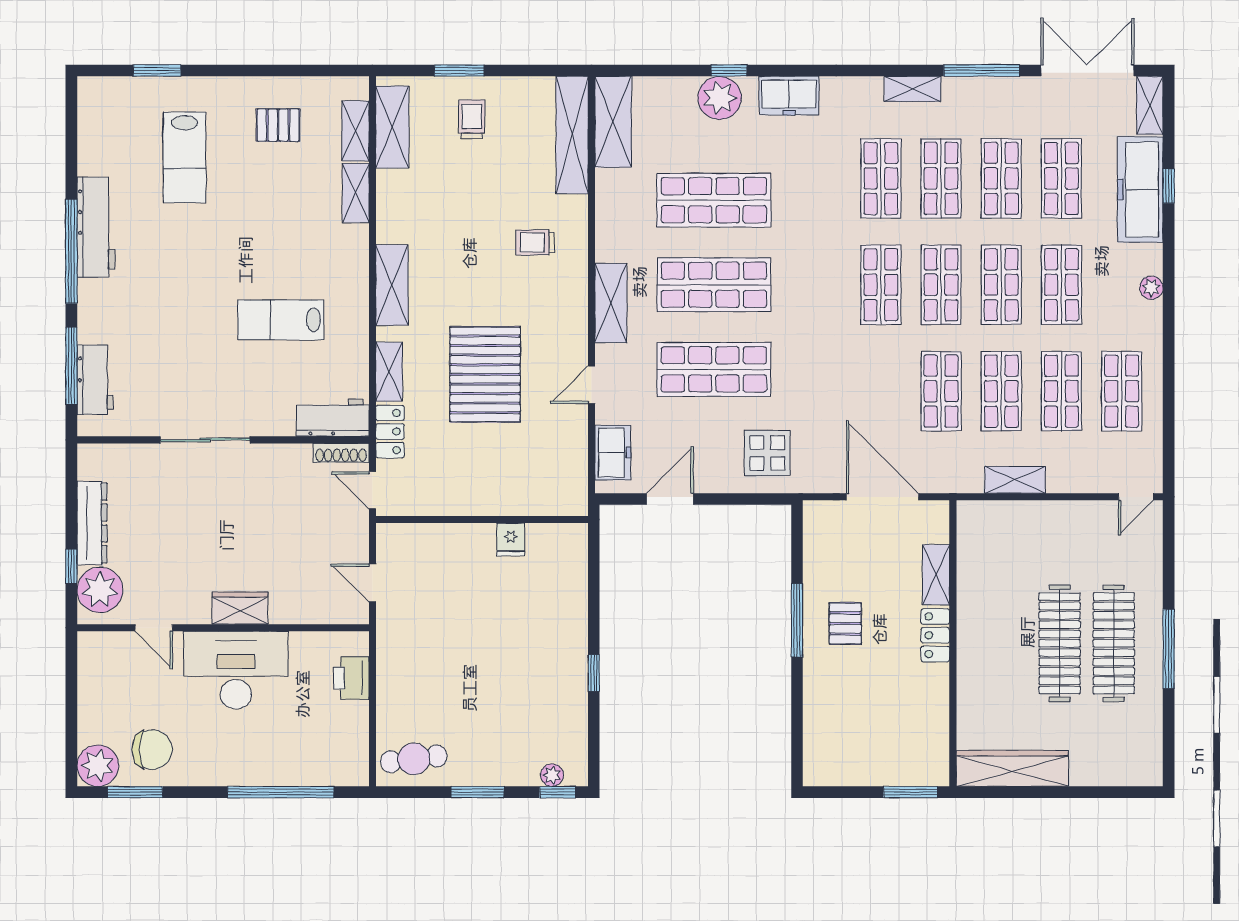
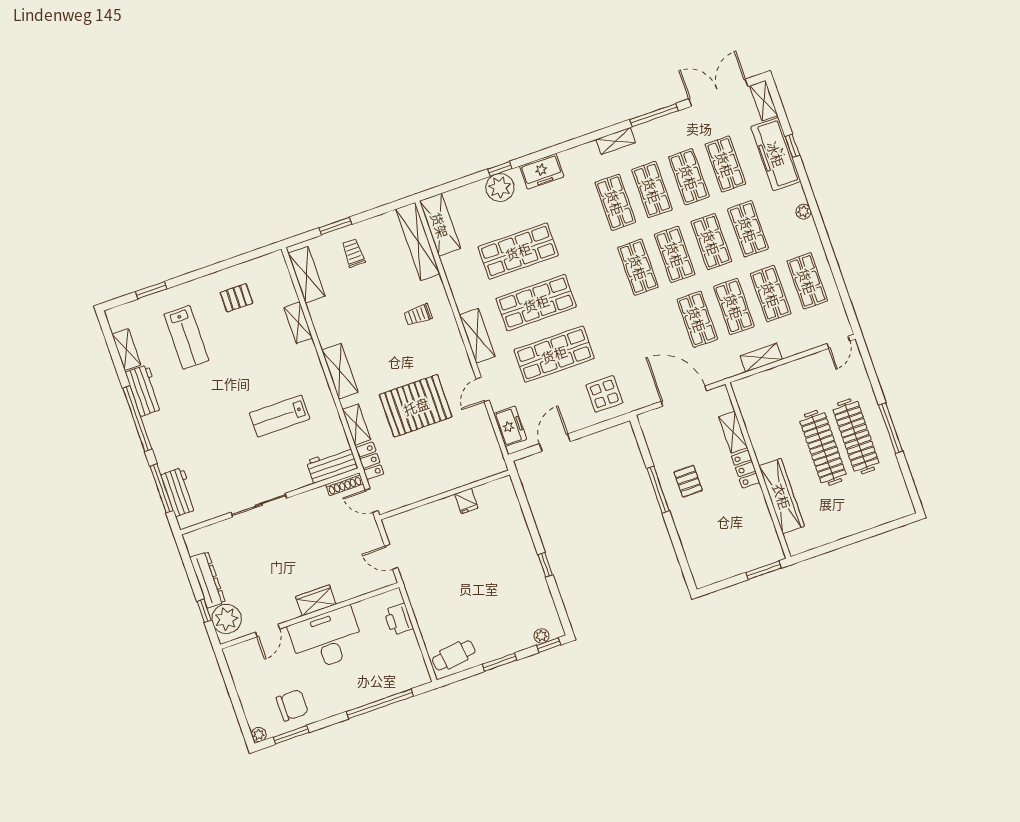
shelving: (355, 131) -> (126, 350), moved
workbench: (96, 227) -> (144, 390), width x0.73
pallet: (485, 374) -> (416, 406), turned 90
door: (154, 628) -> (267, 631), hinge flipped
plant: (98, 766) -> (259, 735), width x0.53, depth x0.53
wardrobe: (1012, 768) -> (782, 496), moved, turned 90

